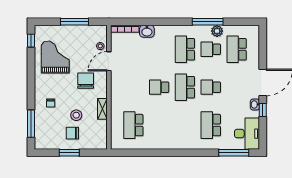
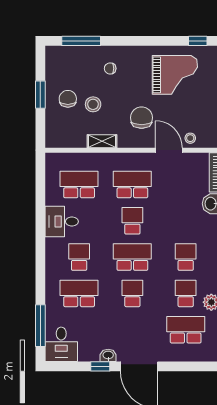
school desk: (185, 49) -> (186, 257), width x0.54
chair: (86, 81) -> (142, 118), turned -90
school desk: (133, 87) -> (132, 184), added
school desk: (185, 125) -> (79, 257), added
desk: (247, 134) -> (61, 344), width x0.73
desk: (160, 137) -> (62, 222), added

